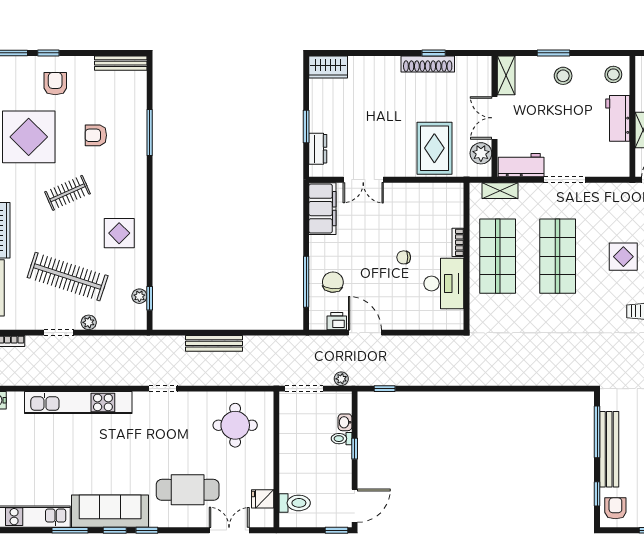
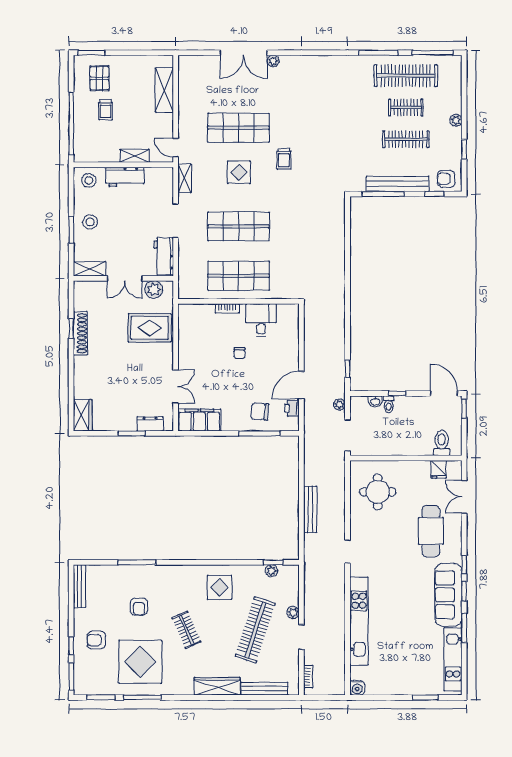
shelving: (500, 191) -> (184, 178), moved
desk: (444, 283) -> (261, 320), width x0.73

